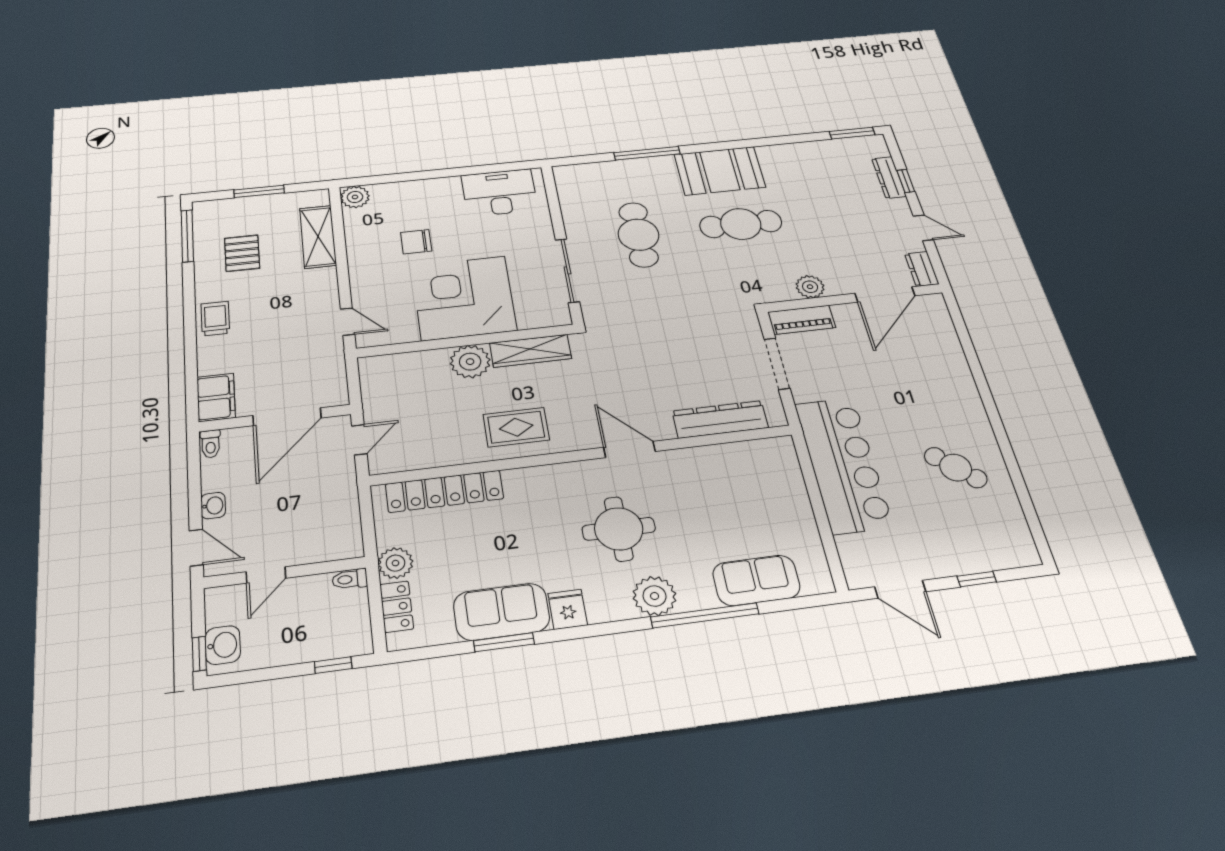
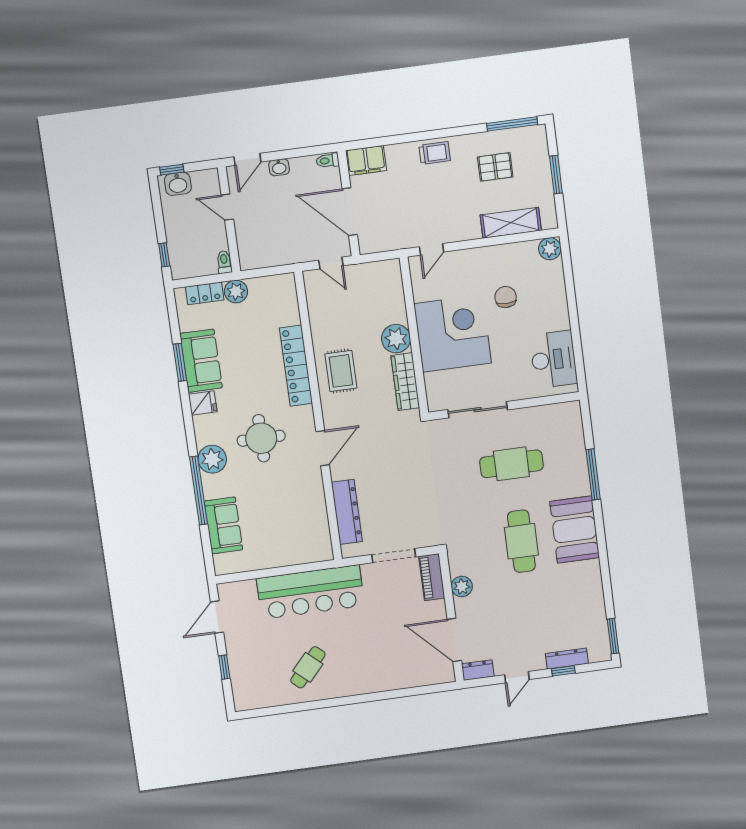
locker: (445, 491) -> (296, 366), moved

